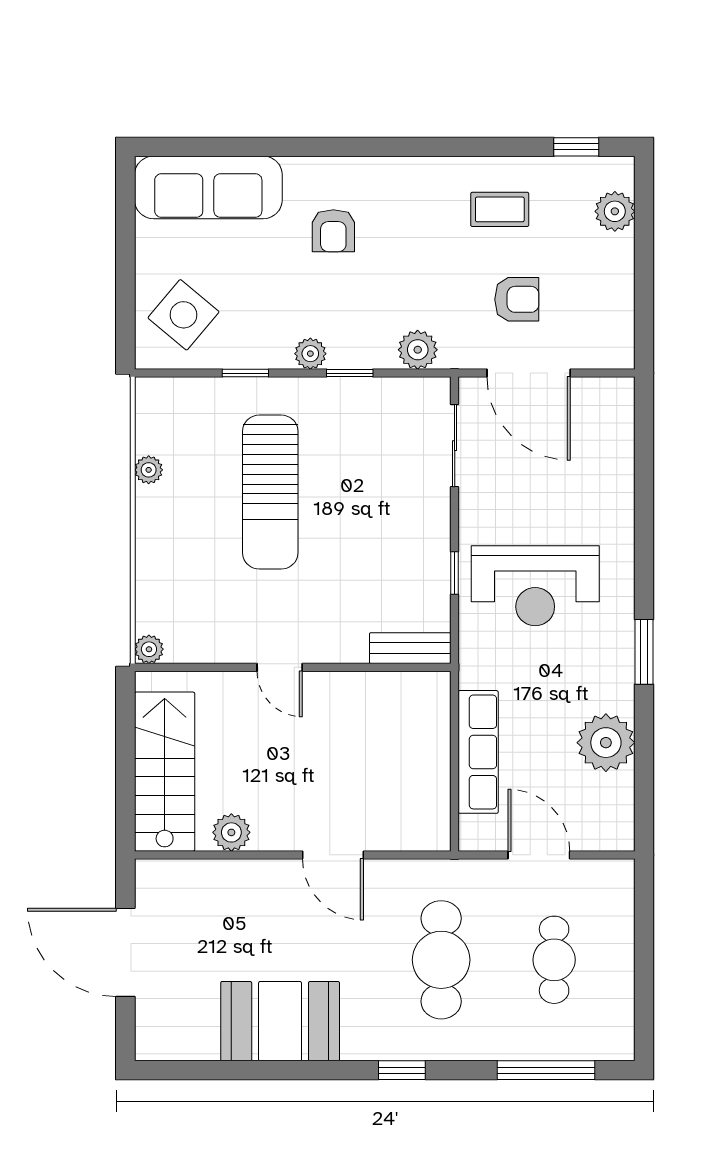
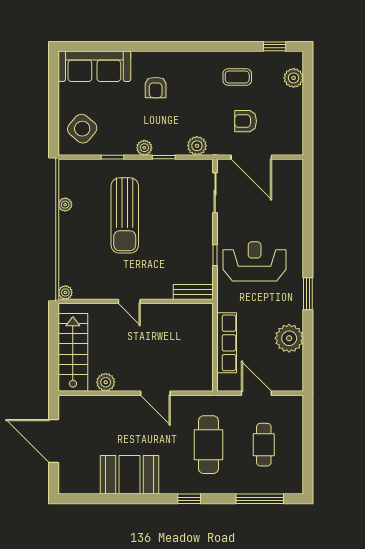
armchair: (517, 299) -> (246, 121), turned 180
reception desk: (535, 586) -> (255, 261), turned 180

